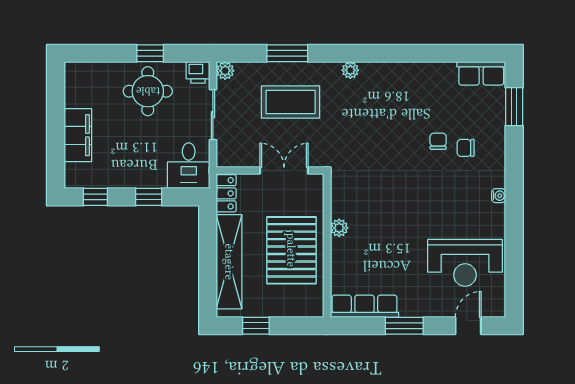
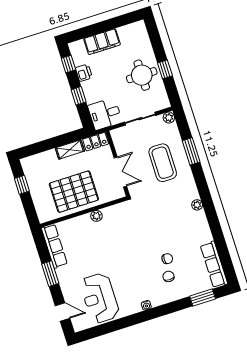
plant: (350, 70) -> (197, 205), moved
printer: (198, 72) -> (84, 73), moved, turned 180
row of seats: (481, 73) -> (214, 264), width x1.48
shelving: (229, 262) -> (70, 150), width x0.45, depth x0.75

